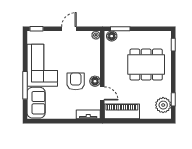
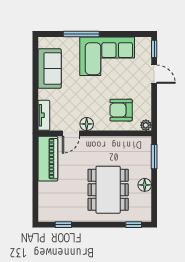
door: (69, 29) -> (154, 74), moved
floor lamp: (112, 36) -> (145, 185), moved
armchair: (76, 81) -> (121, 110), moved, turned 180
sofa: (36, 103) -> (50, 69), moved, turned -90
plant: (163, 105) -> (56, 212), removed

